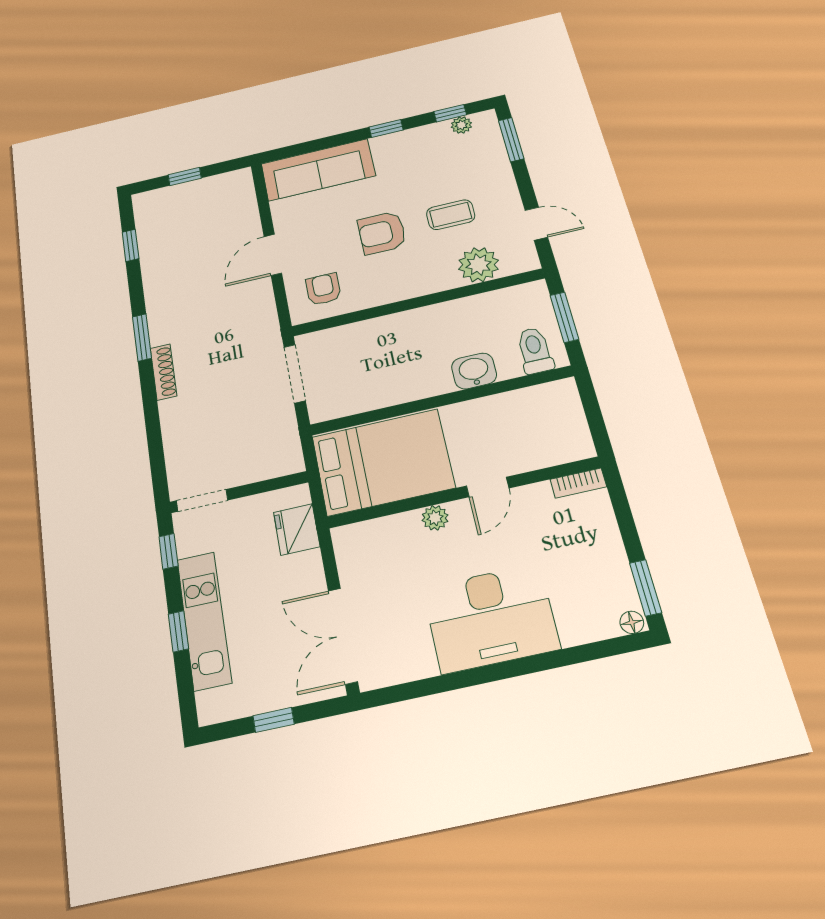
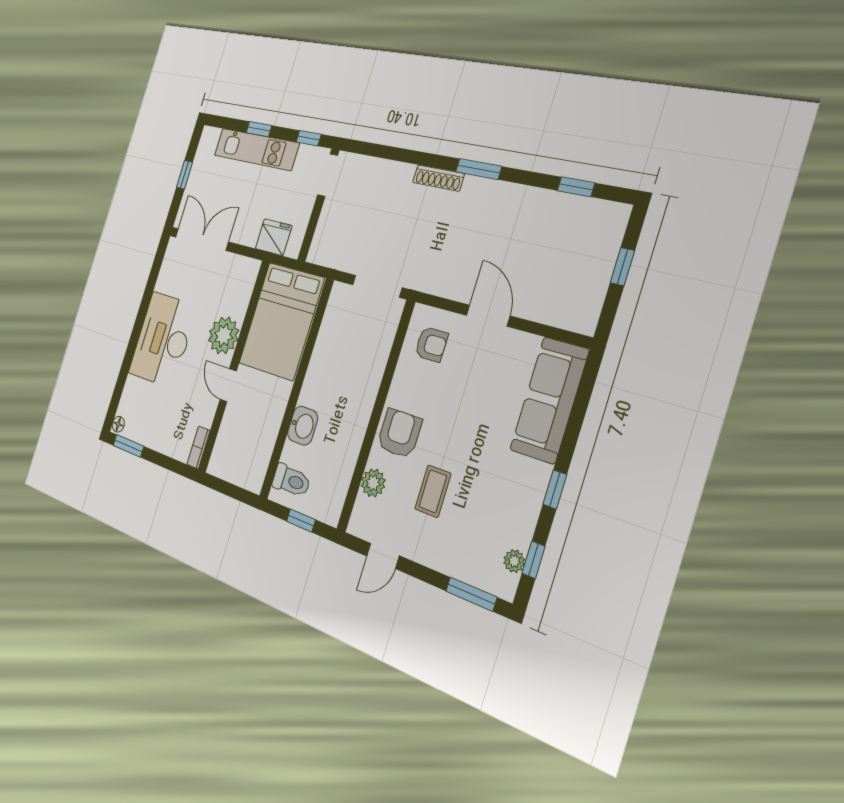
armchair: (382, 233) -> (399, 433), moved
plant: (479, 265) -> (373, 483), width x0.73, depth x0.73
window: (564, 317) -> (301, 520), width x0.67
plant: (435, 518) -> (224, 335), width x1.87, depth x1.87

